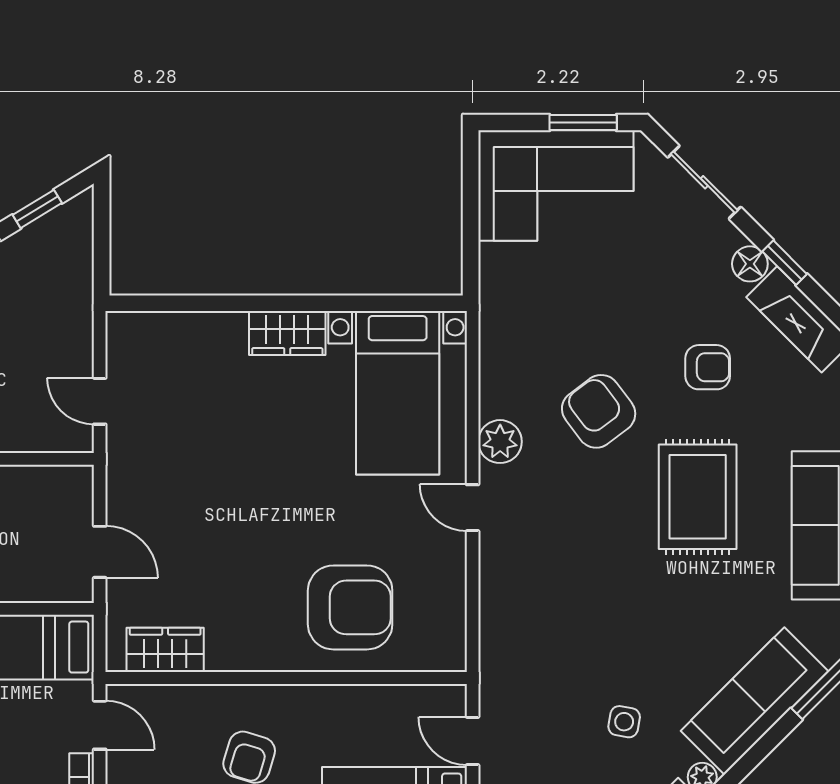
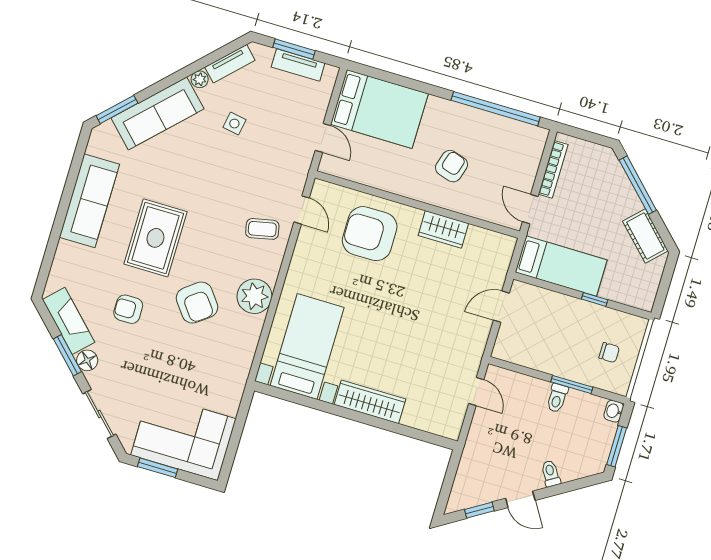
window: (785, 263) -> (67, 355), width x1.50
wardrobe: (287, 333) -> (370, 402), width x1.50
plant: (500, 442) -> (254, 296), width x1.36, depth x1.36
door: (473, 508) -> (302, 210), moved
door: (100, 552) -> (501, 307), hinge flipped
coffee table: (528, 563) -> (262, 229), added
wardrobe: (165, 650) -> (443, 229), moved

